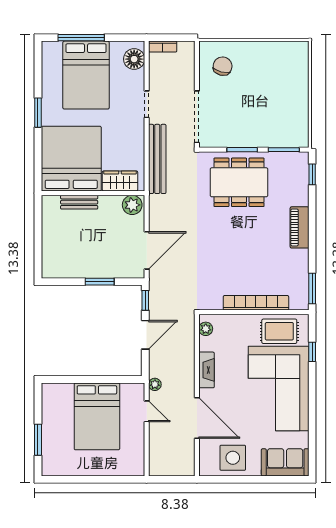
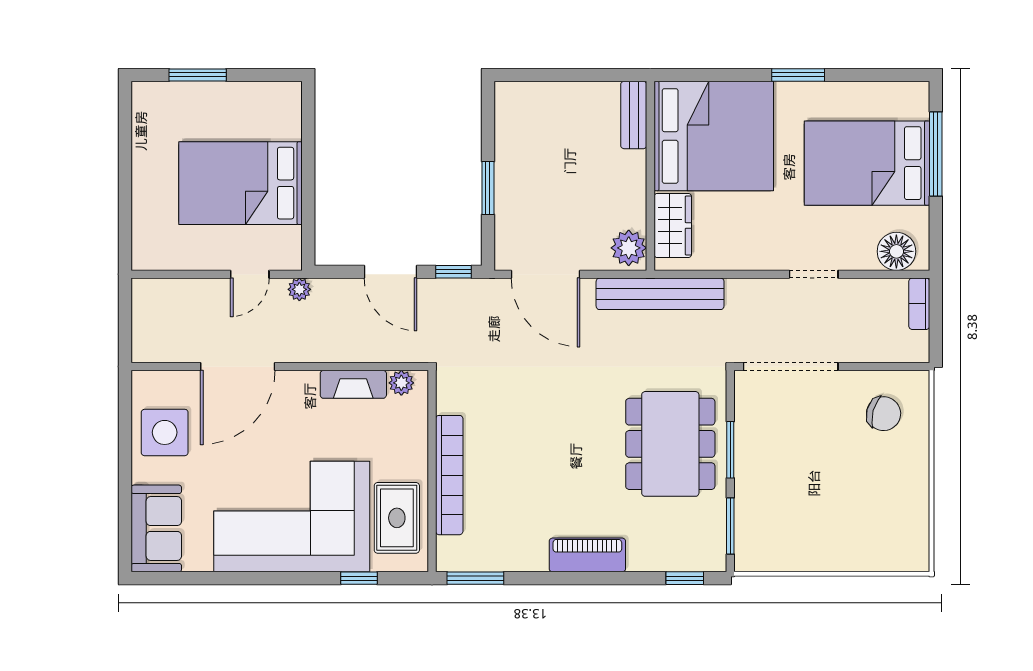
bench: (157, 159) -> (660, 294), moved
bench: (79, 202) -> (634, 115), moved
fireplace: (207, 370) -> (353, 384), moved

